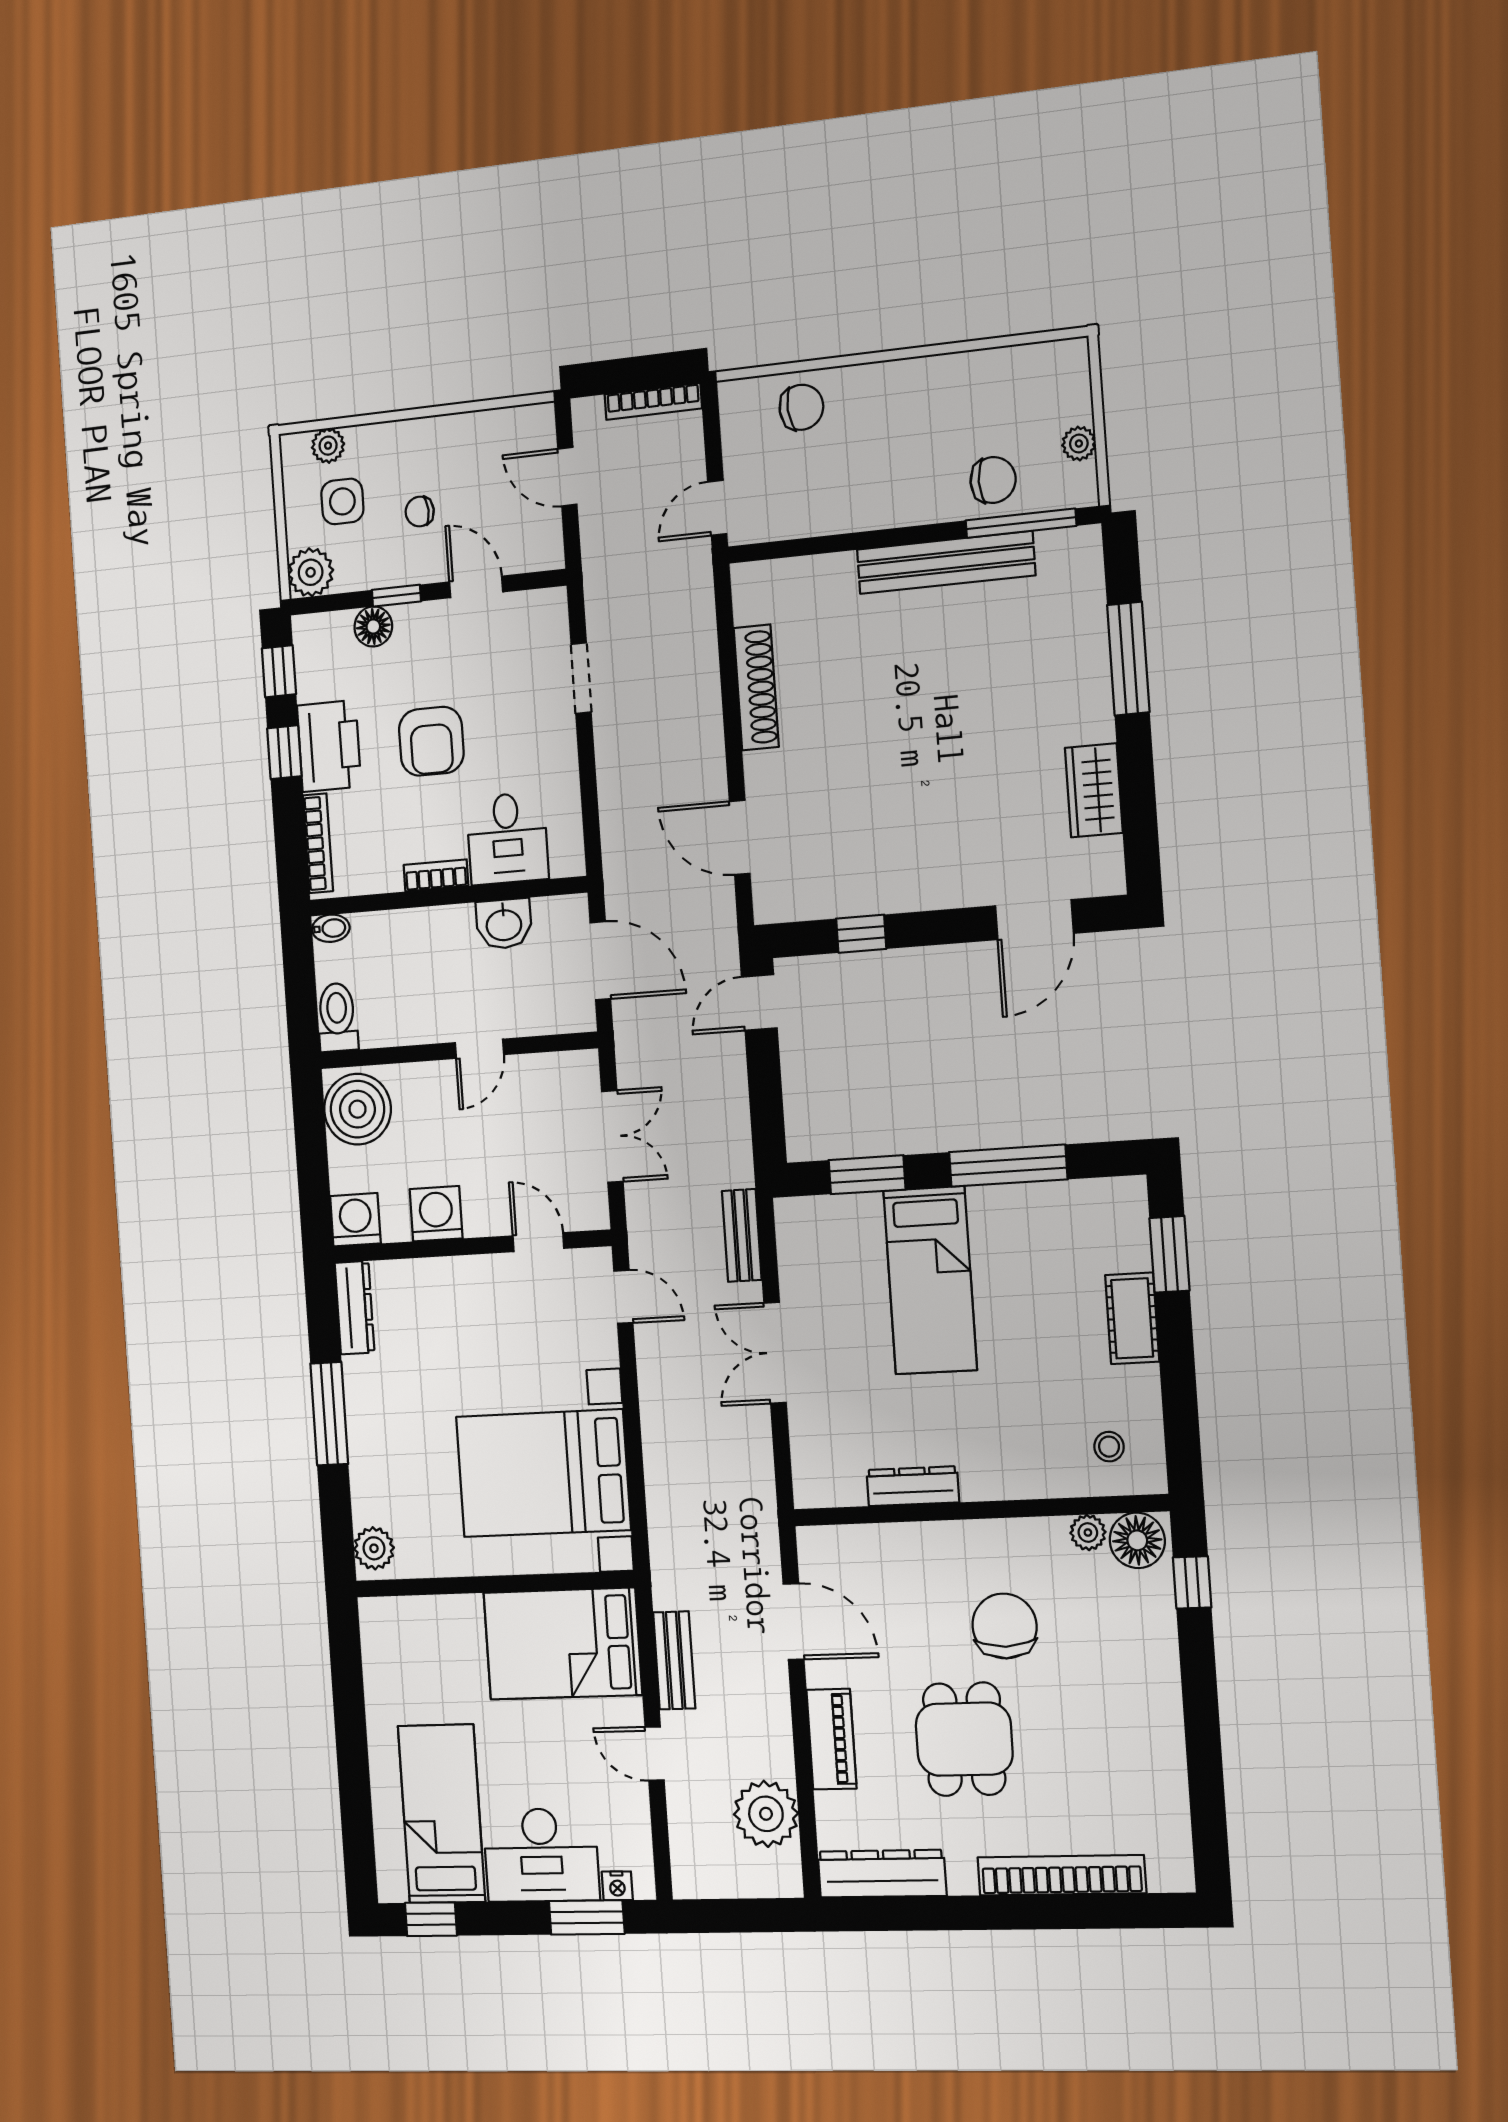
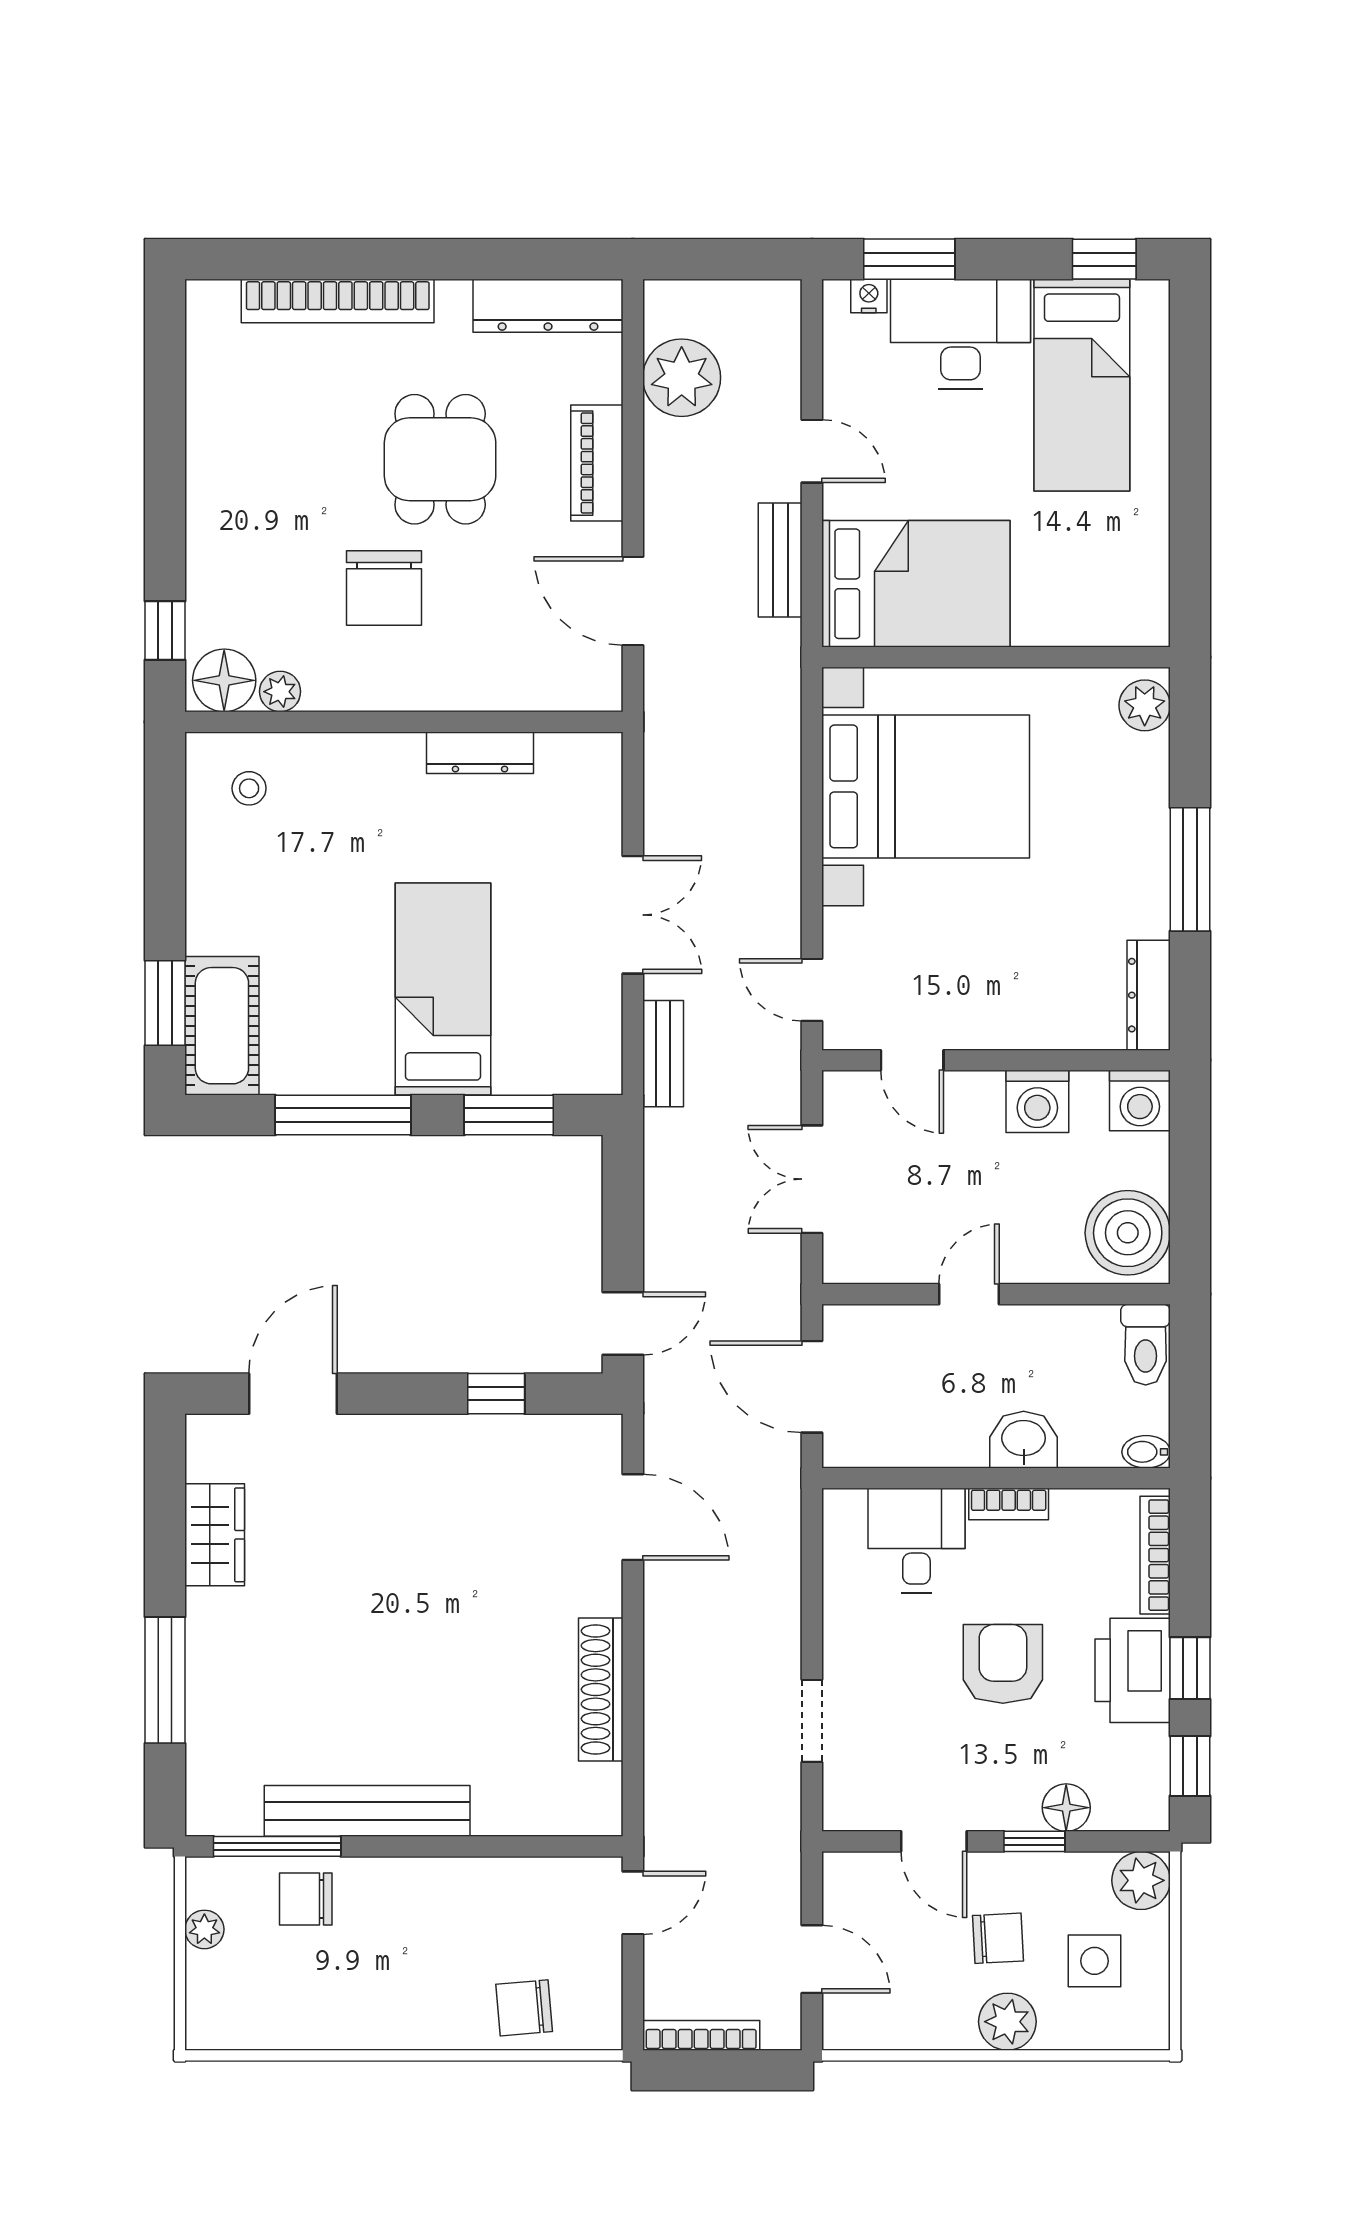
plant: (328, 446) -> (1007, 2022), moved, width x1.38, depth x1.38
chair: (420, 511) -> (998, 1938), width x1.37, depth x1.37
washbasin: (504, 924) -> (1024, 1440), moved
cot: (1132, 1318) -> (222, 1026), moved, width x1.37, depth x1.34

